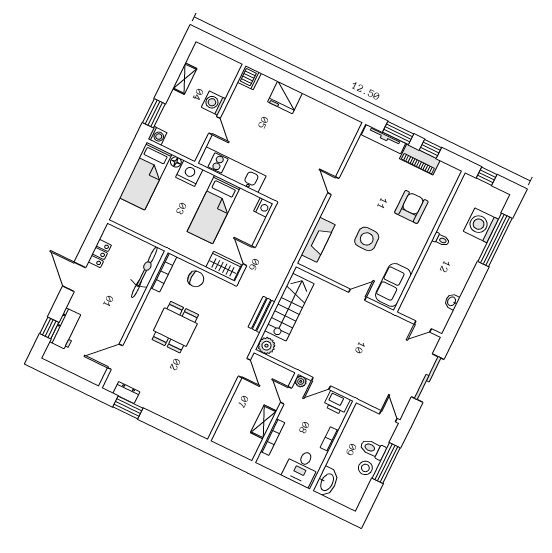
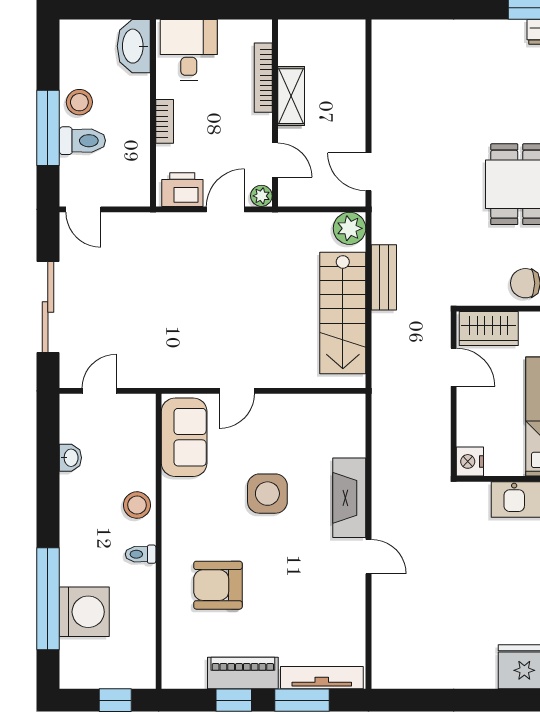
armchair: (411, 207) -> (218, 585), turned 90
fireplace: (318, 240) -> (349, 498), moved
stool: (431, 264) -> (137, 505), added

